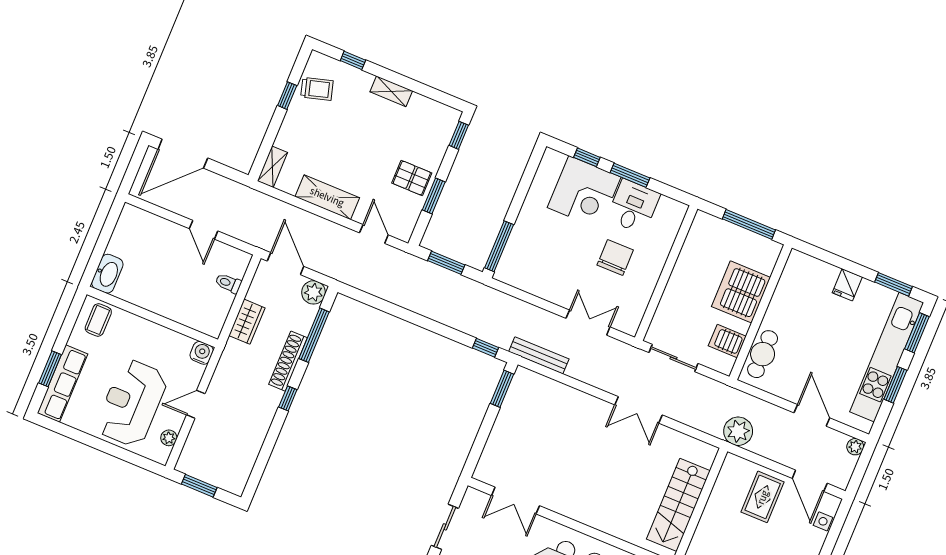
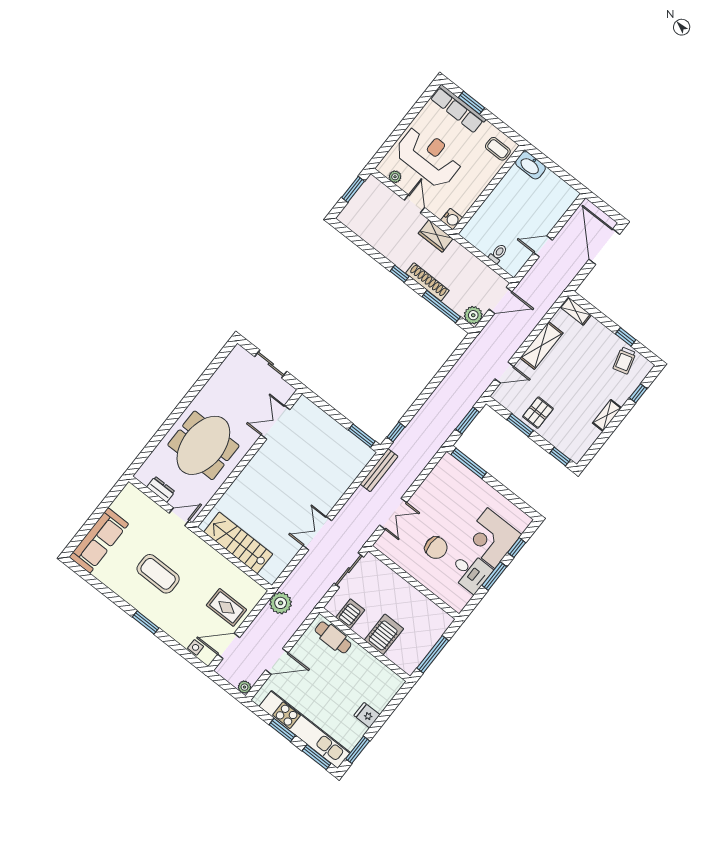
server rack: (741, 292) -> (384, 634), width x0.62
wardrobe: (247, 322) -> (436, 236), moved

